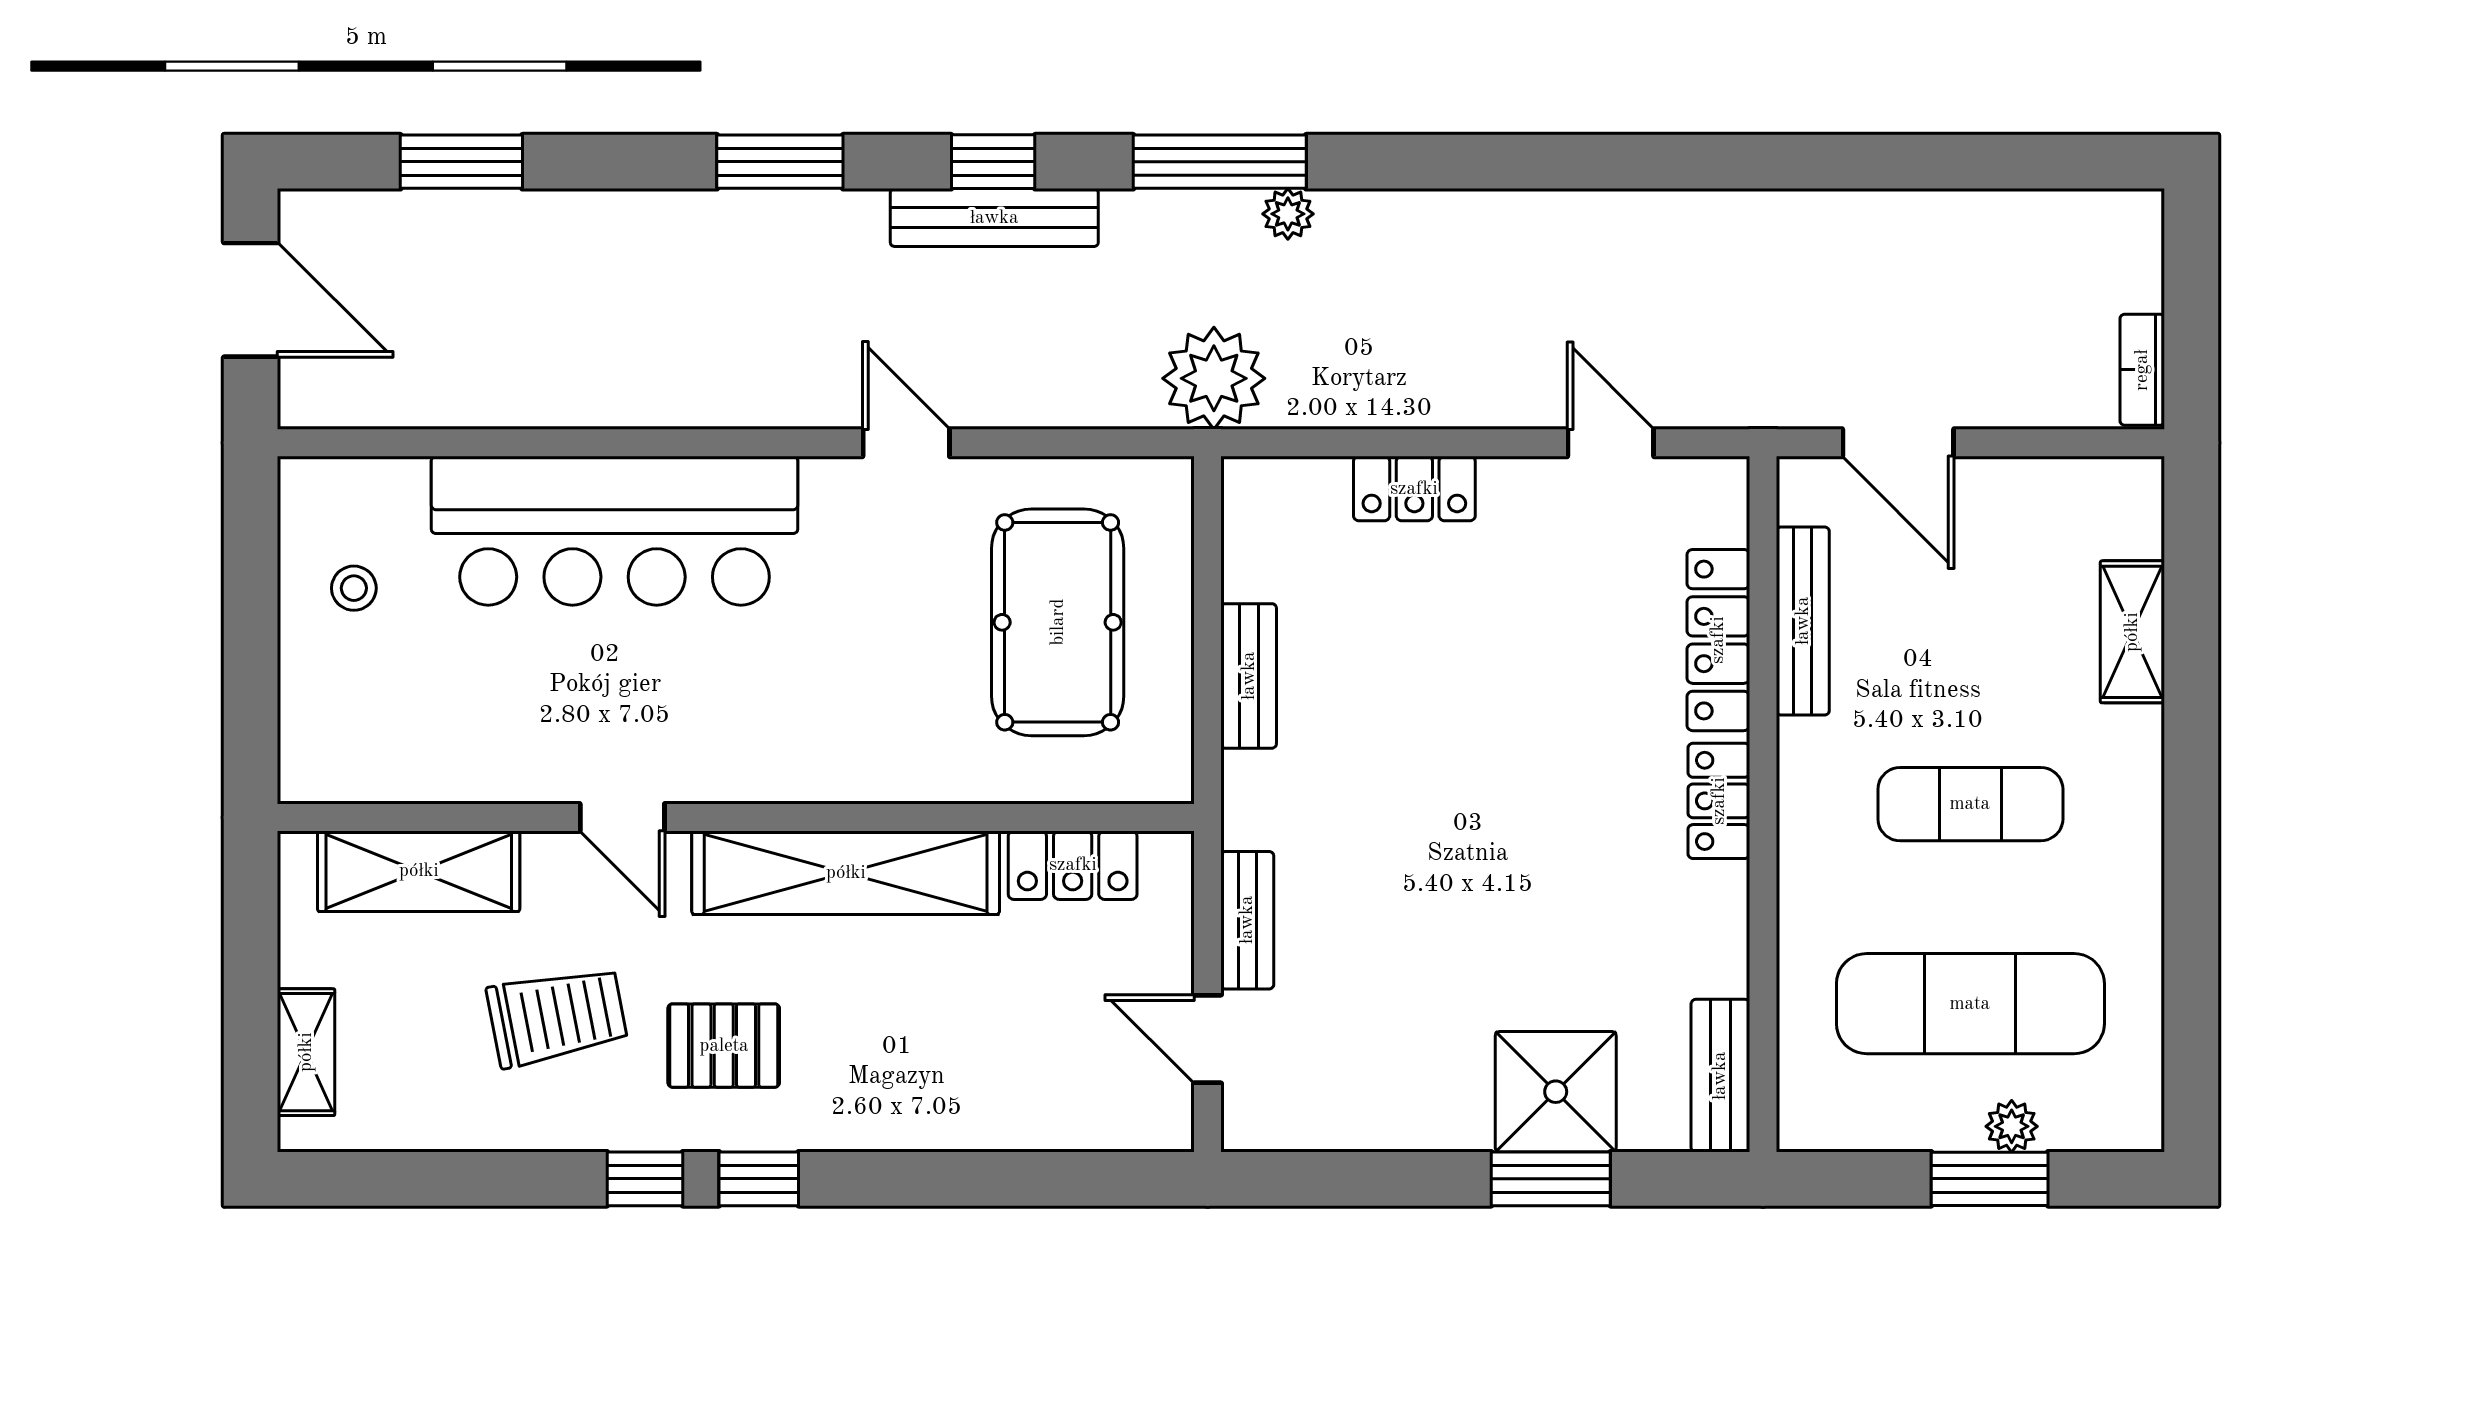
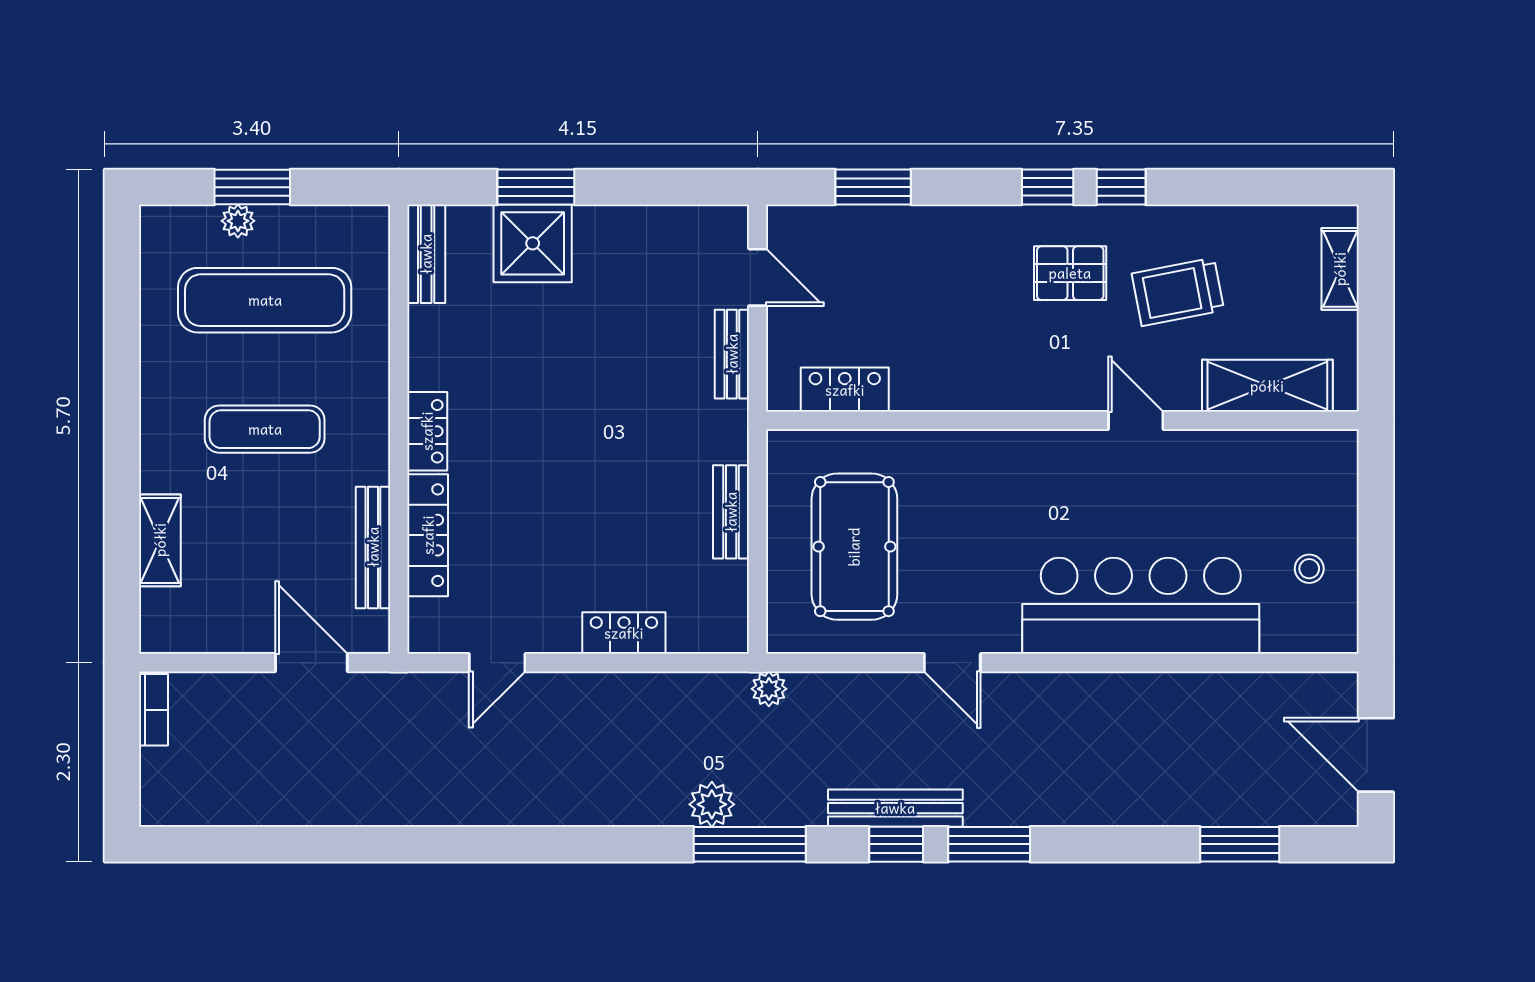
window: (780, 162) -> (989, 844), moved
plant: (1288, 214) -> (712, 804), width x1.38, depth x1.38
plant: (1214, 378) -> (769, 689), width x0.53, depth x0.53
door: (1611, 443) -> (497, 663), hinge flipped
shelving: (846, 873) -> (991, 385), removed
window: (1029, 1179) -> (873, 187), added

